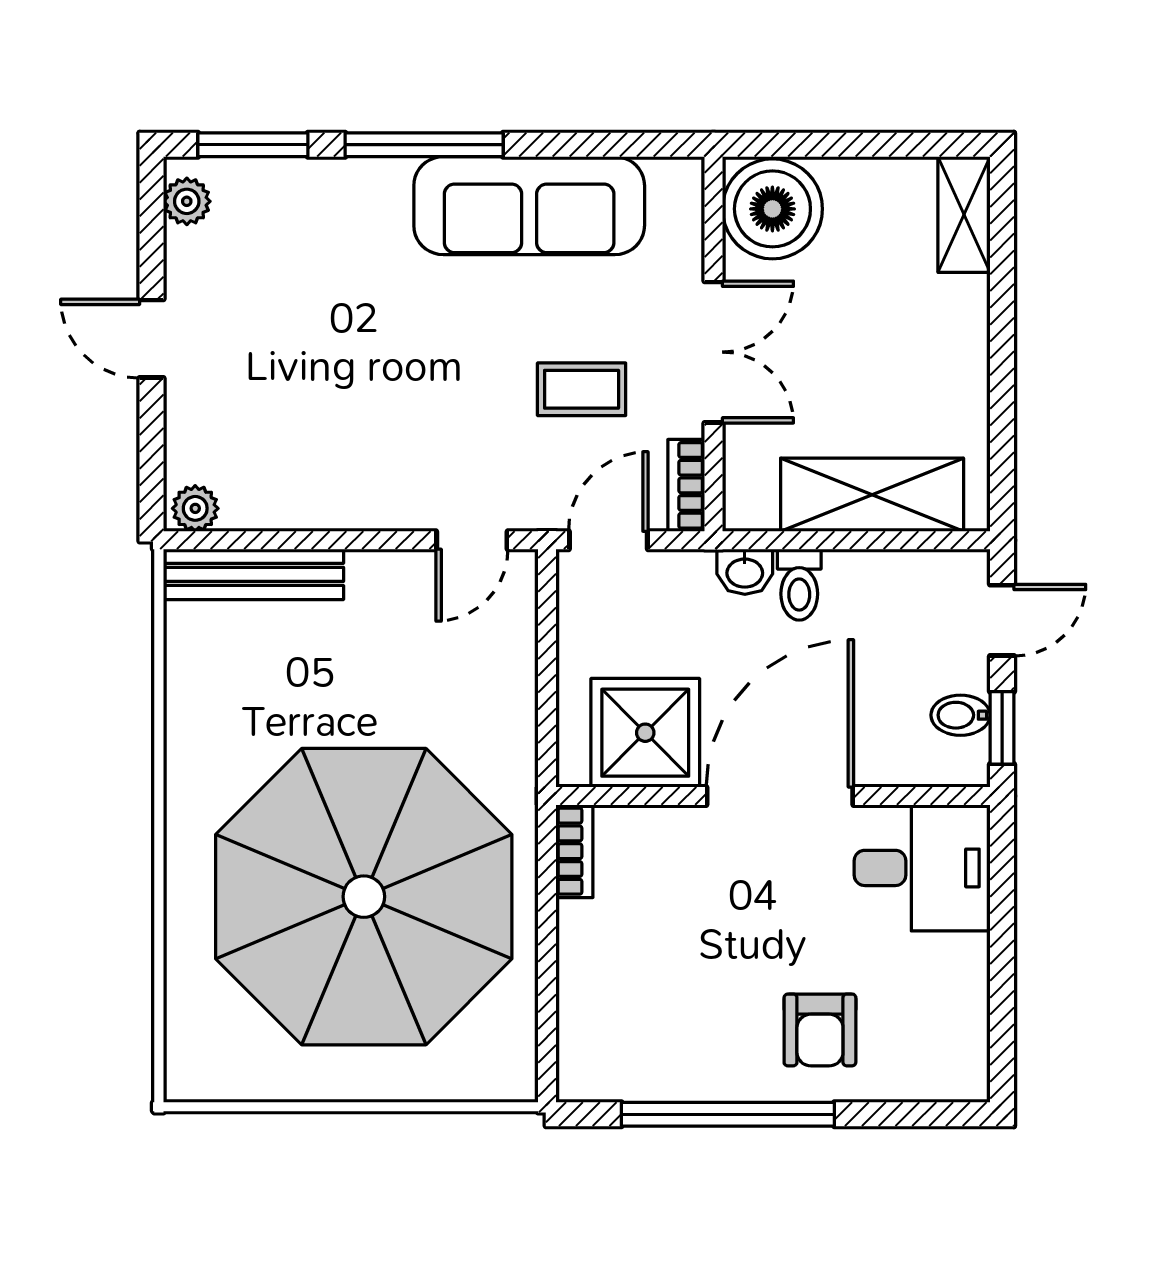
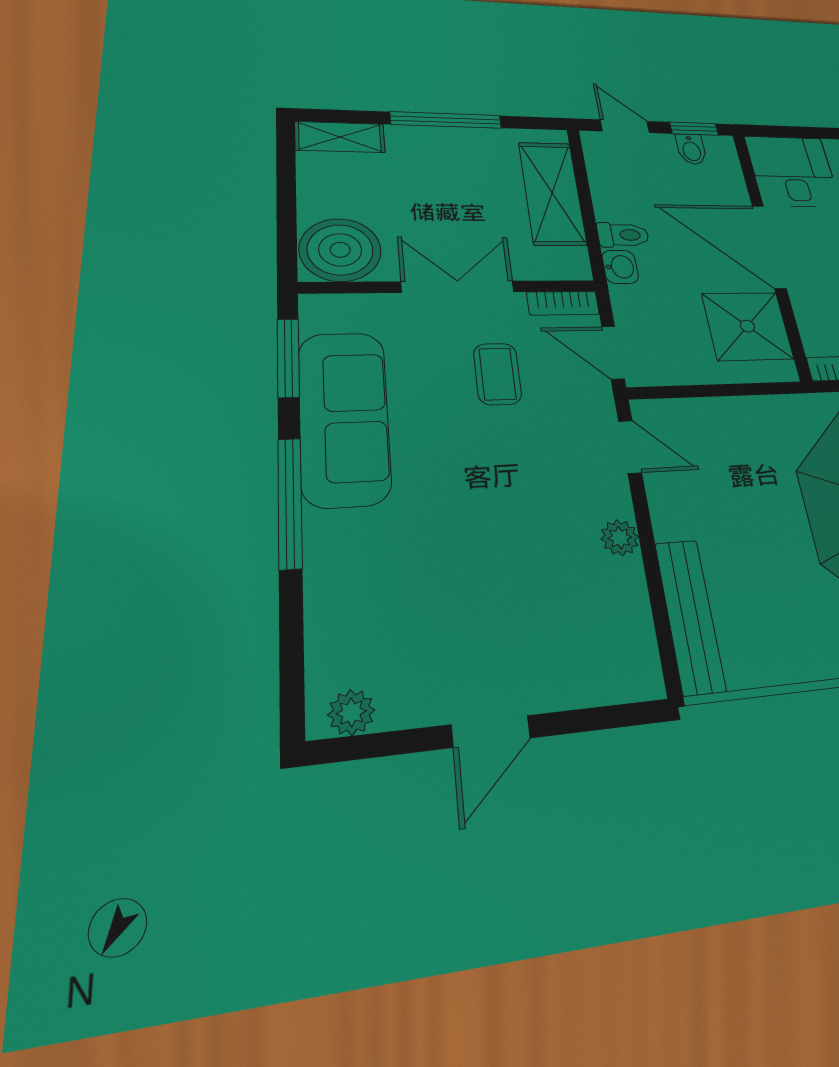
window: (253, 145) -> (288, 358), moved
window: (1002, 360) -> (446, 120), added
plant: (195, 508) -> (620, 538), moved

